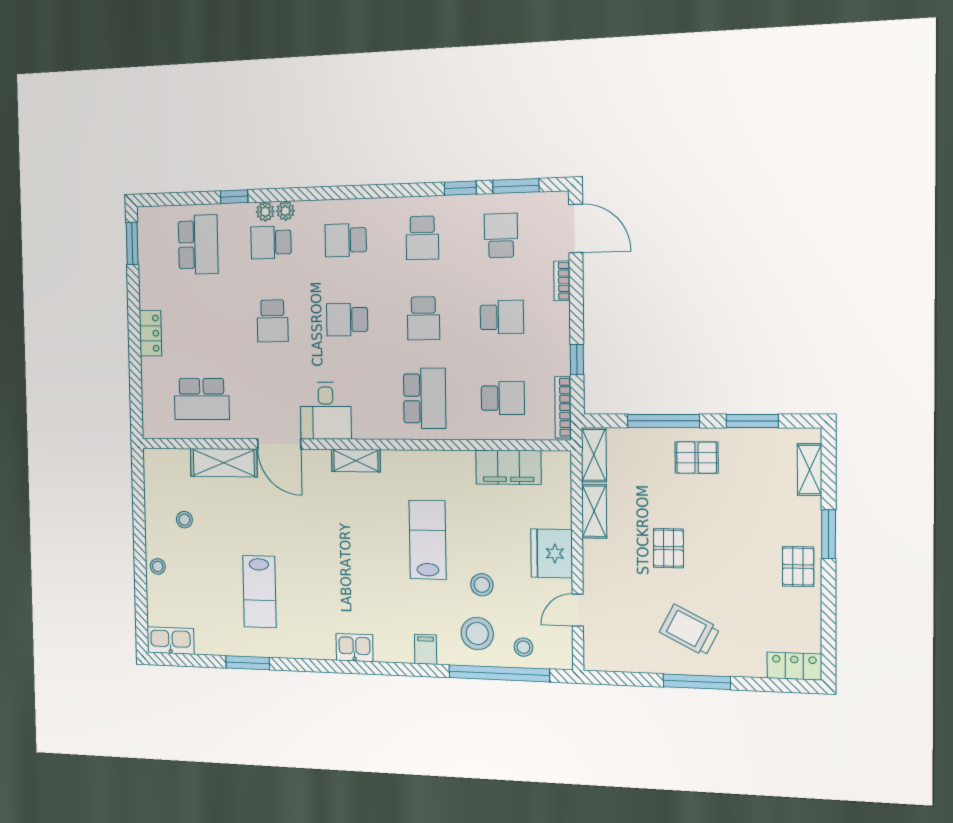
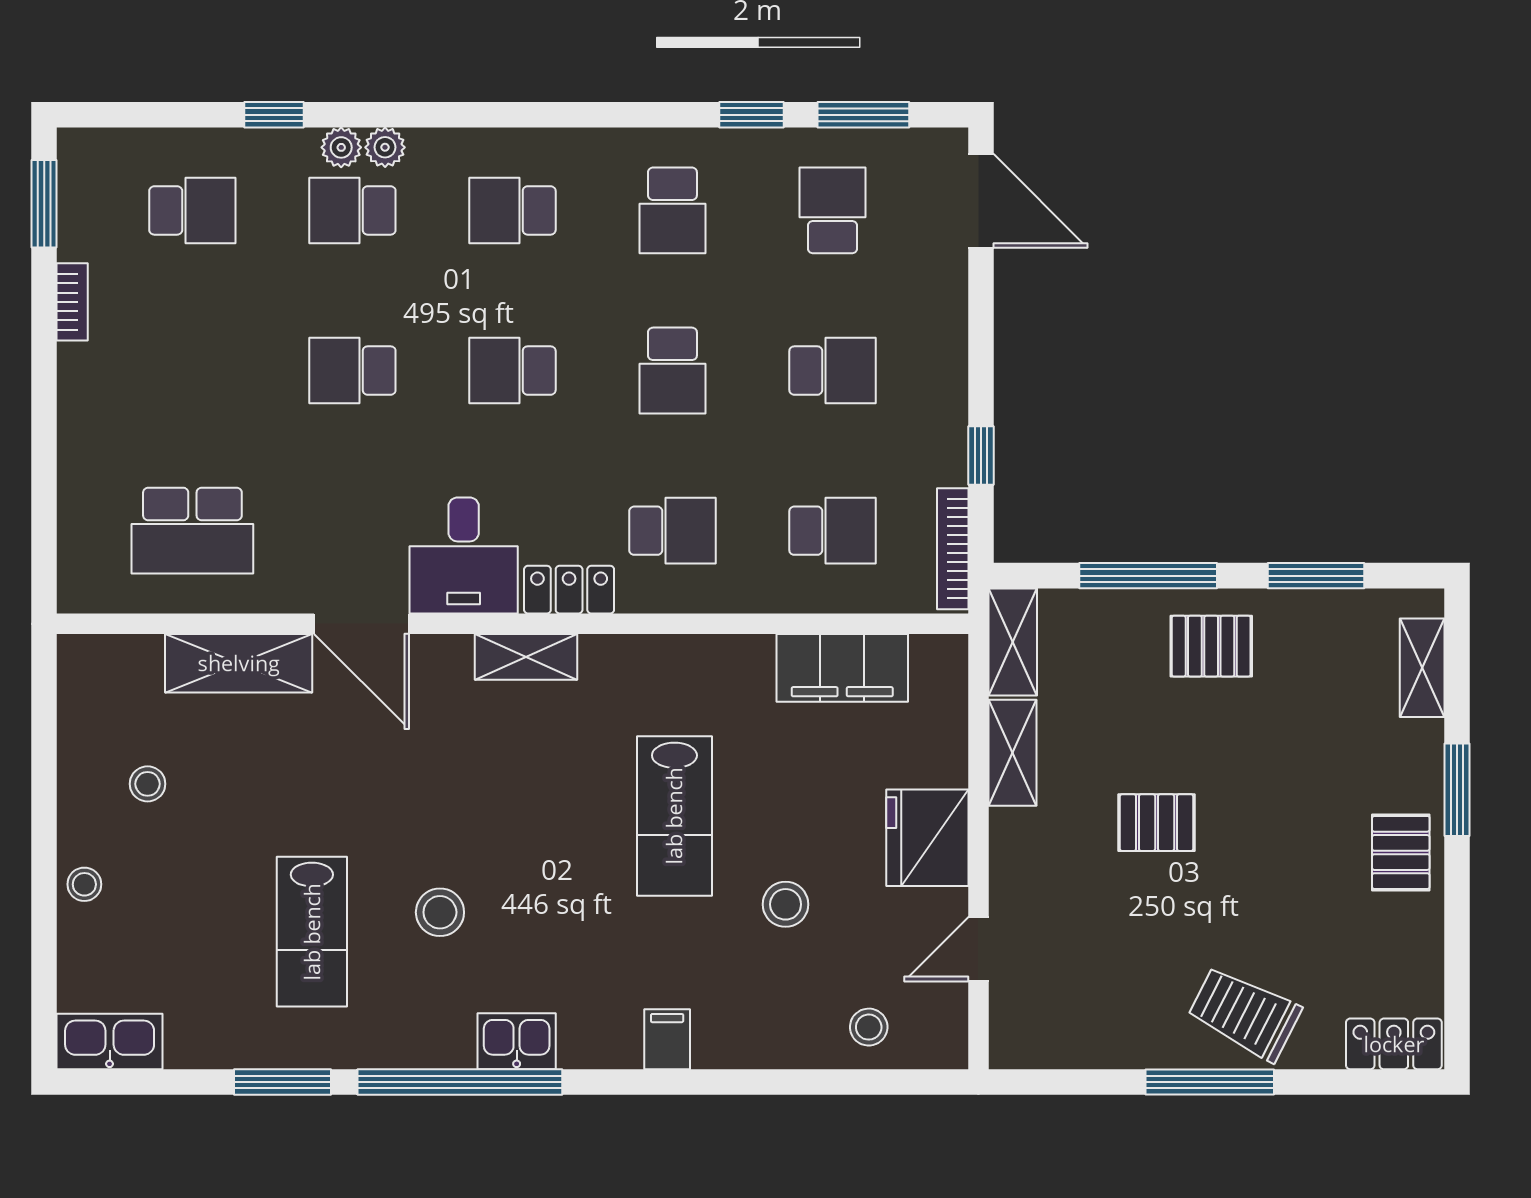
school desk: (198, 245) -> (192, 210), width x0.54
bookcase: (562, 281) -> (72, 302), moved, turned 180
school desk: (273, 321) -> (352, 371), turned 90
locker: (150, 333) -> (569, 590), moved, turned -90
school desk: (425, 398) -> (672, 531), width x0.54
lab bench: (428, 540) -> (674, 816), turned 180
pallet: (668, 548) -> (1157, 823), turned 90
trolley: (690, 630) -> (1244, 1013), moved
stool: (477, 634) -> (440, 912), moved, width x0.73, depth x0.73
window: (499, 673) -> (460, 1082), moved

